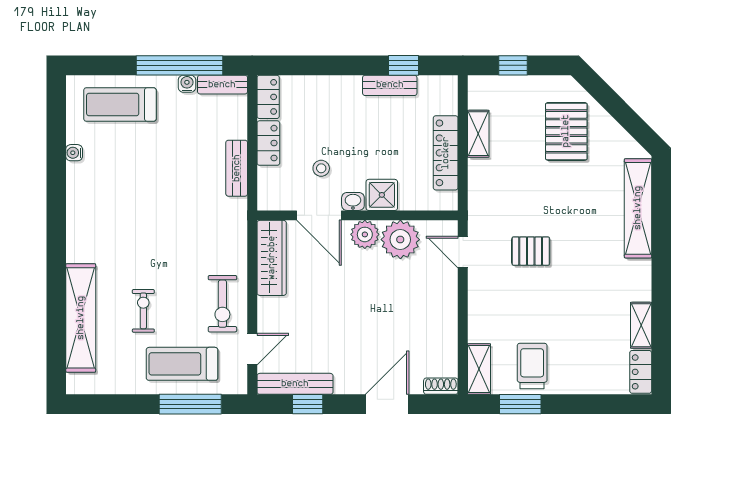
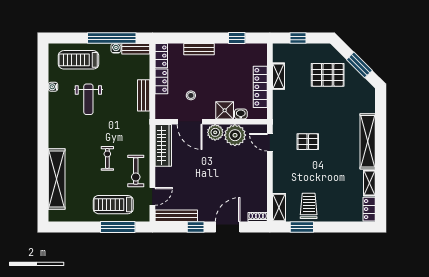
bench: (390, 85) -> (199, 49), moved
window: (623, 114) -> (359, 65), added
pallet: (566, 131) -> (328, 75), turned 90
weight bench: (138, 175) -> (88, 99), added
washbasin: (353, 201) -> (241, 114), moved
shelving: (638, 208) -> (368, 141), moved
exercise bike: (143, 311) -> (107, 158), moved
window: (308, 404) -> (196, 227), moved

